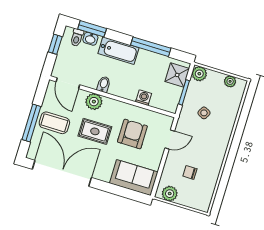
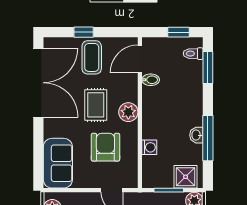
washbasin: (90, 39) -> (196, 135), moved
bathtub: (118, 51) -> (193, 104), removed
bidet: (104, 84) -> (151, 80), moved
plant: (94, 102) -> (128, 112), moved
window: (31, 123) -> (84, 32), width x0.46
armchair: (132, 134) -> (105, 147), turned -90

